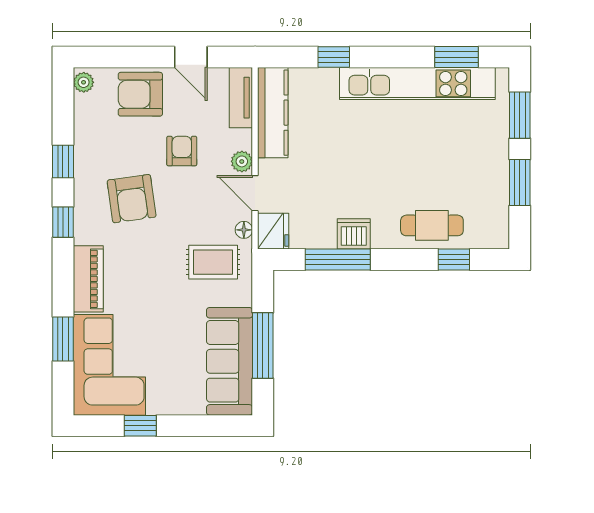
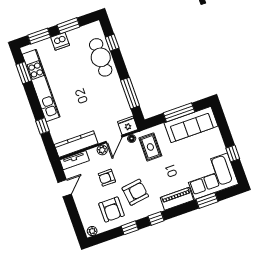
armchair: (140, 94) -> (111, 210), moved
cafe table: (432, 225) -> (101, 57), width x1.37, depth x1.35
dishwasher: (354, 234) -> (60, 41), moved, turned -90

